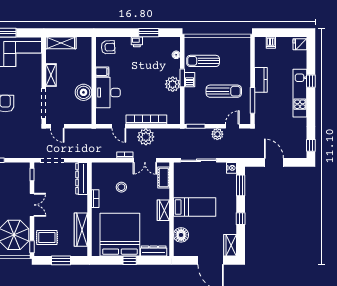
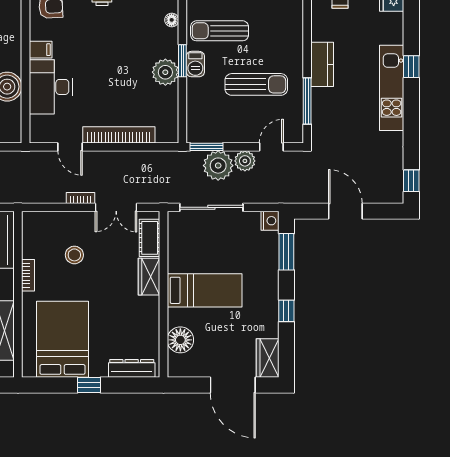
plant: (146, 137) -> (218, 166), moved
wardrobe: (163, 210) -> (149, 277), moved
bed: (120, 235) -> (62, 339), width x0.73

